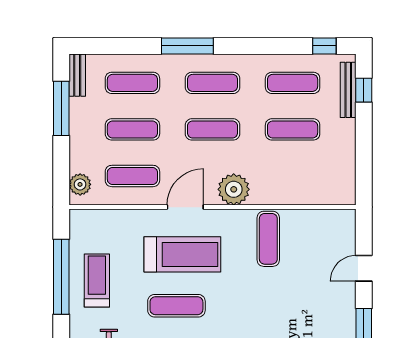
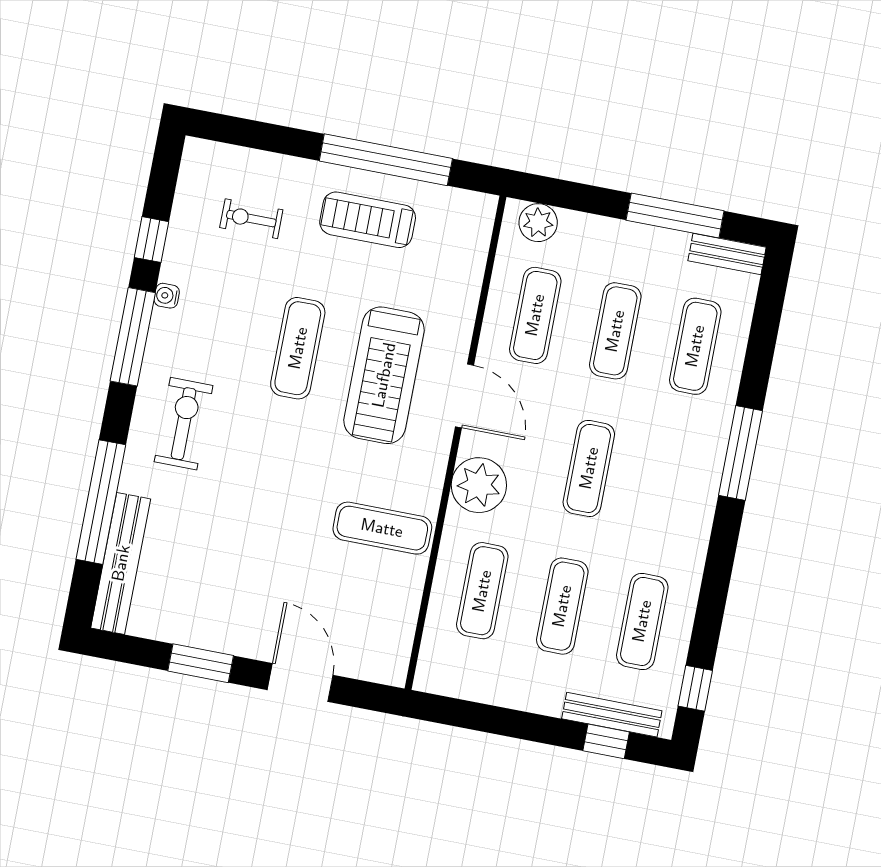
exercise mat: (213, 83) -> (482, 591), moved
door: (364, 268) -> (300, 682), width x1.38
treadmill: (97, 280) -> (368, 220), turned 180

